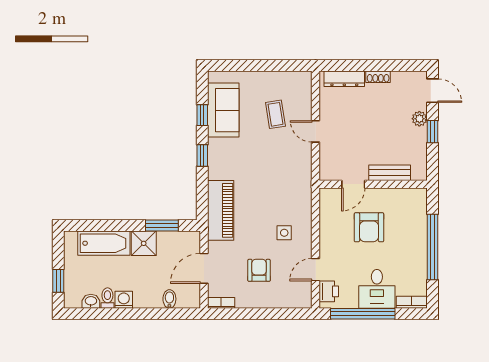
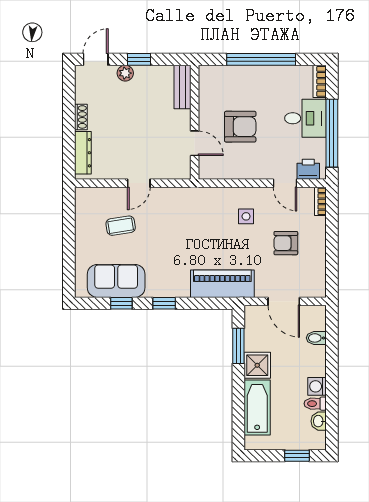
bench: (390, 173) -> (182, 87), moved
bookcase: (221, 303) -> (320, 201), moved

